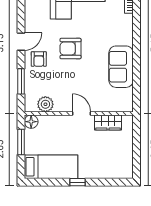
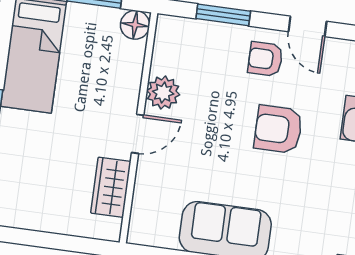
armchair: (71, 49) -> (278, 129), turned -90
plant: (45, 104) -> (163, 93), moved

